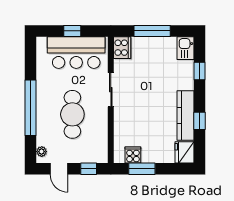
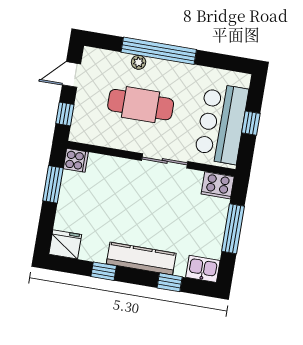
kitchen counter: (185, 115) -> (141, 259), moved
plant: (42, 152) -> (139, 62), moved
cooker: (133, 155) -> (76, 160), moved

